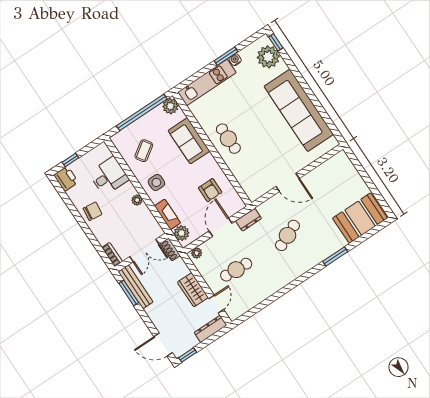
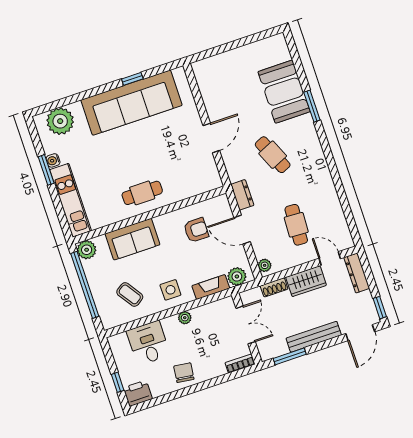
window: (276, 42) -> (132, 79), moved
booth: (360, 218) -> (284, 92), moved
shoe rack: (170, 249) -> (274, 287), moved
bench: (136, 287) -> (314, 337), moved

